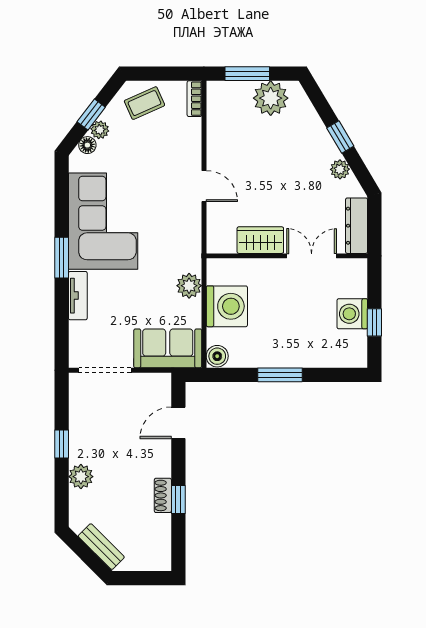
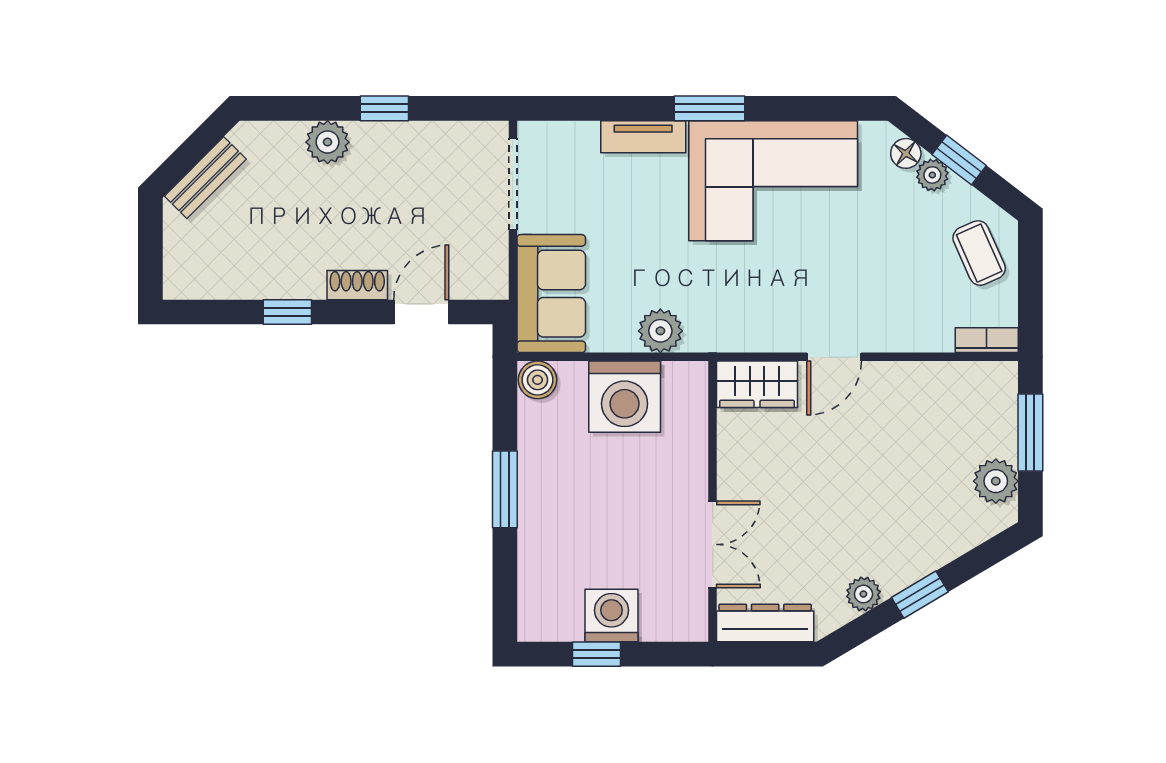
plant: (271, 98) -> (996, 481), width x0.73, depth x0.73
wardrobe: (260, 240) -> (757, 384), moved, turned 90
door: (178, 423) -> (421, 312), hinge flipped
shoe rack: (163, 495) -> (357, 285), moved

